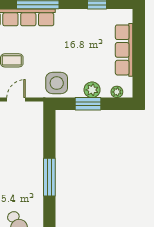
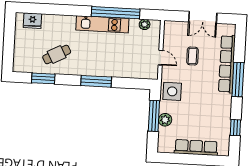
plant: (117, 92) -> (162, 140), removed
window: (88, 104) -> (154, 116), width x1.44

